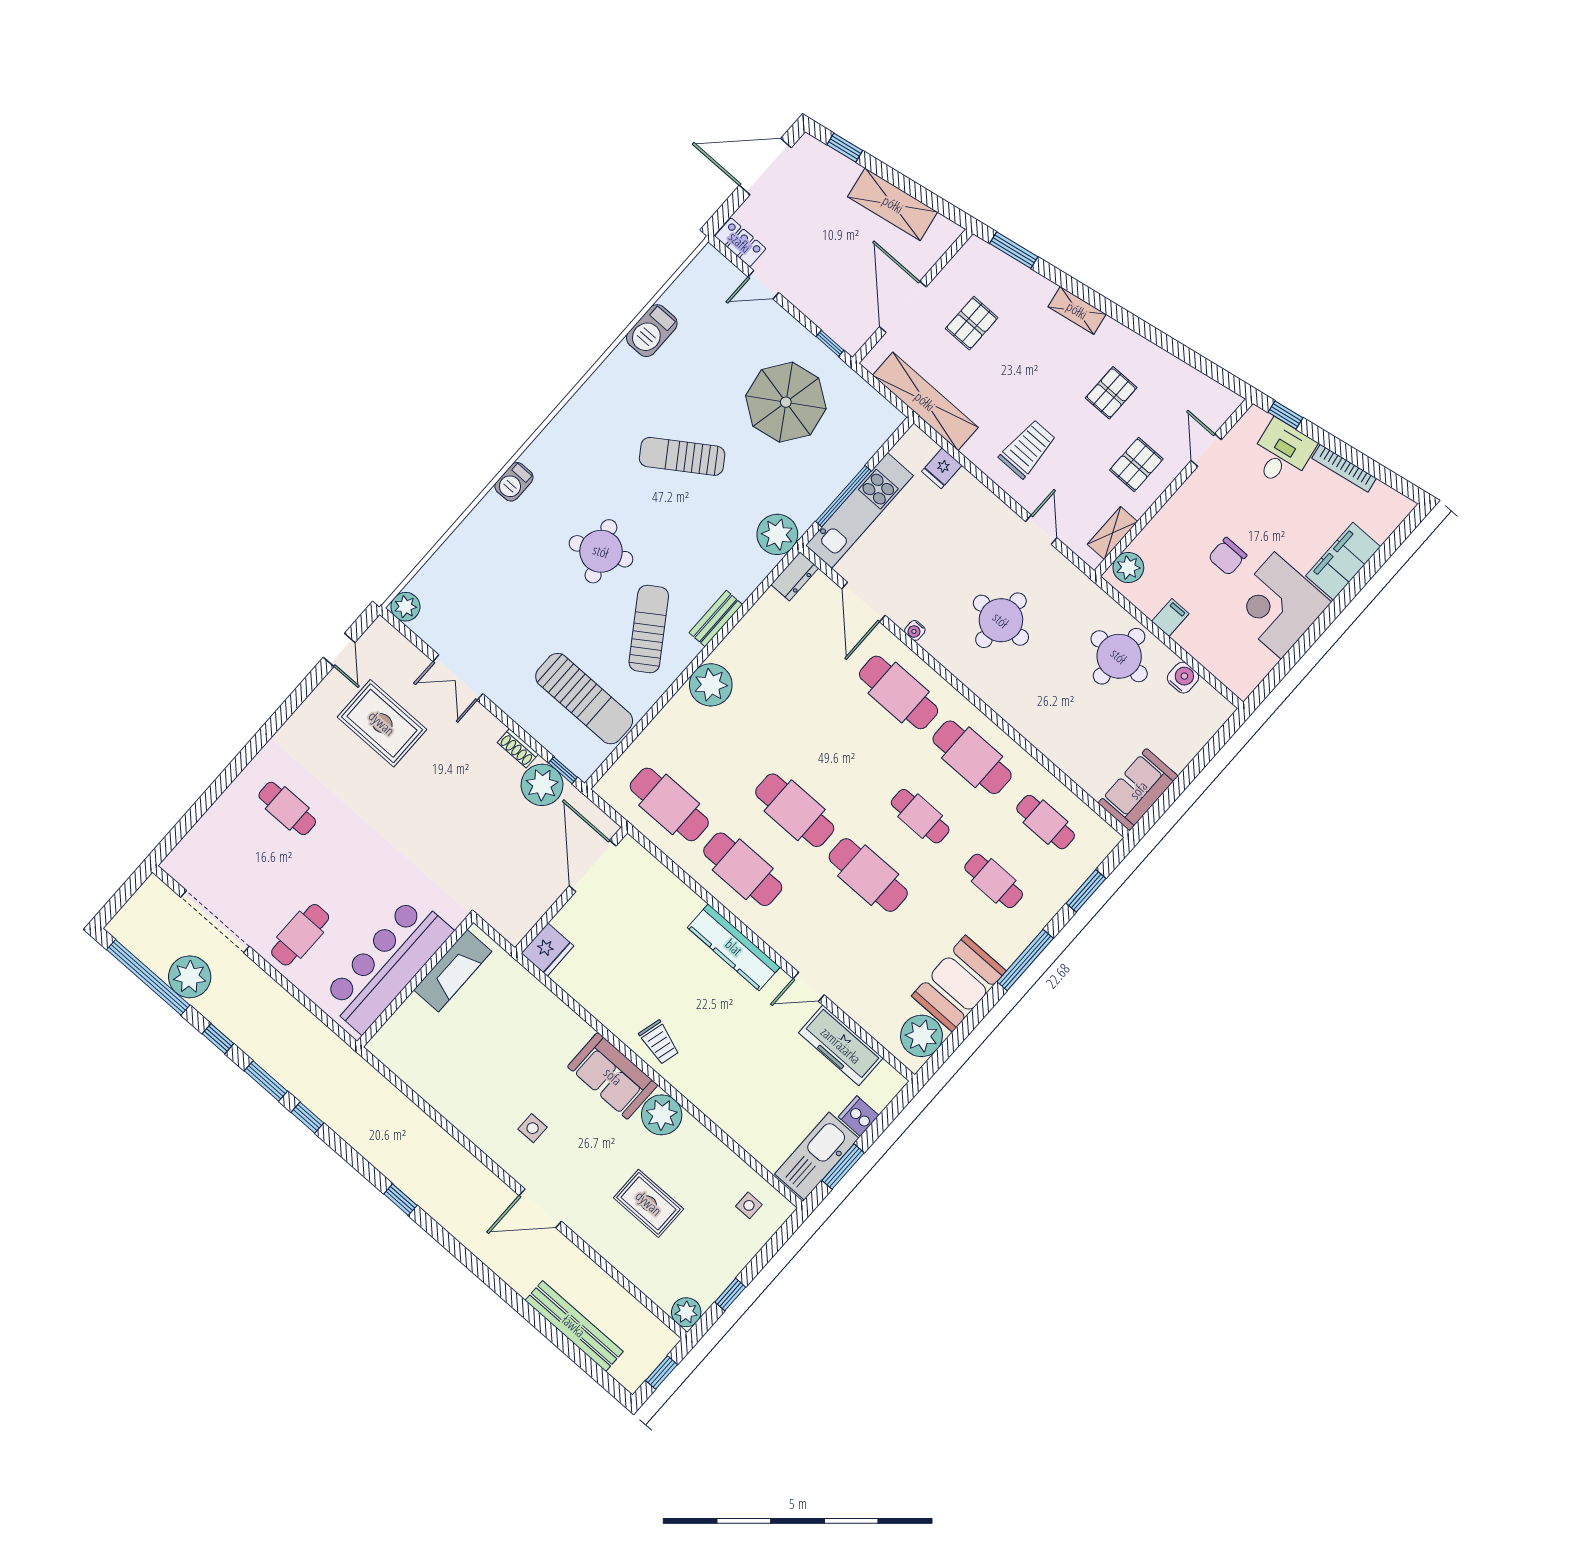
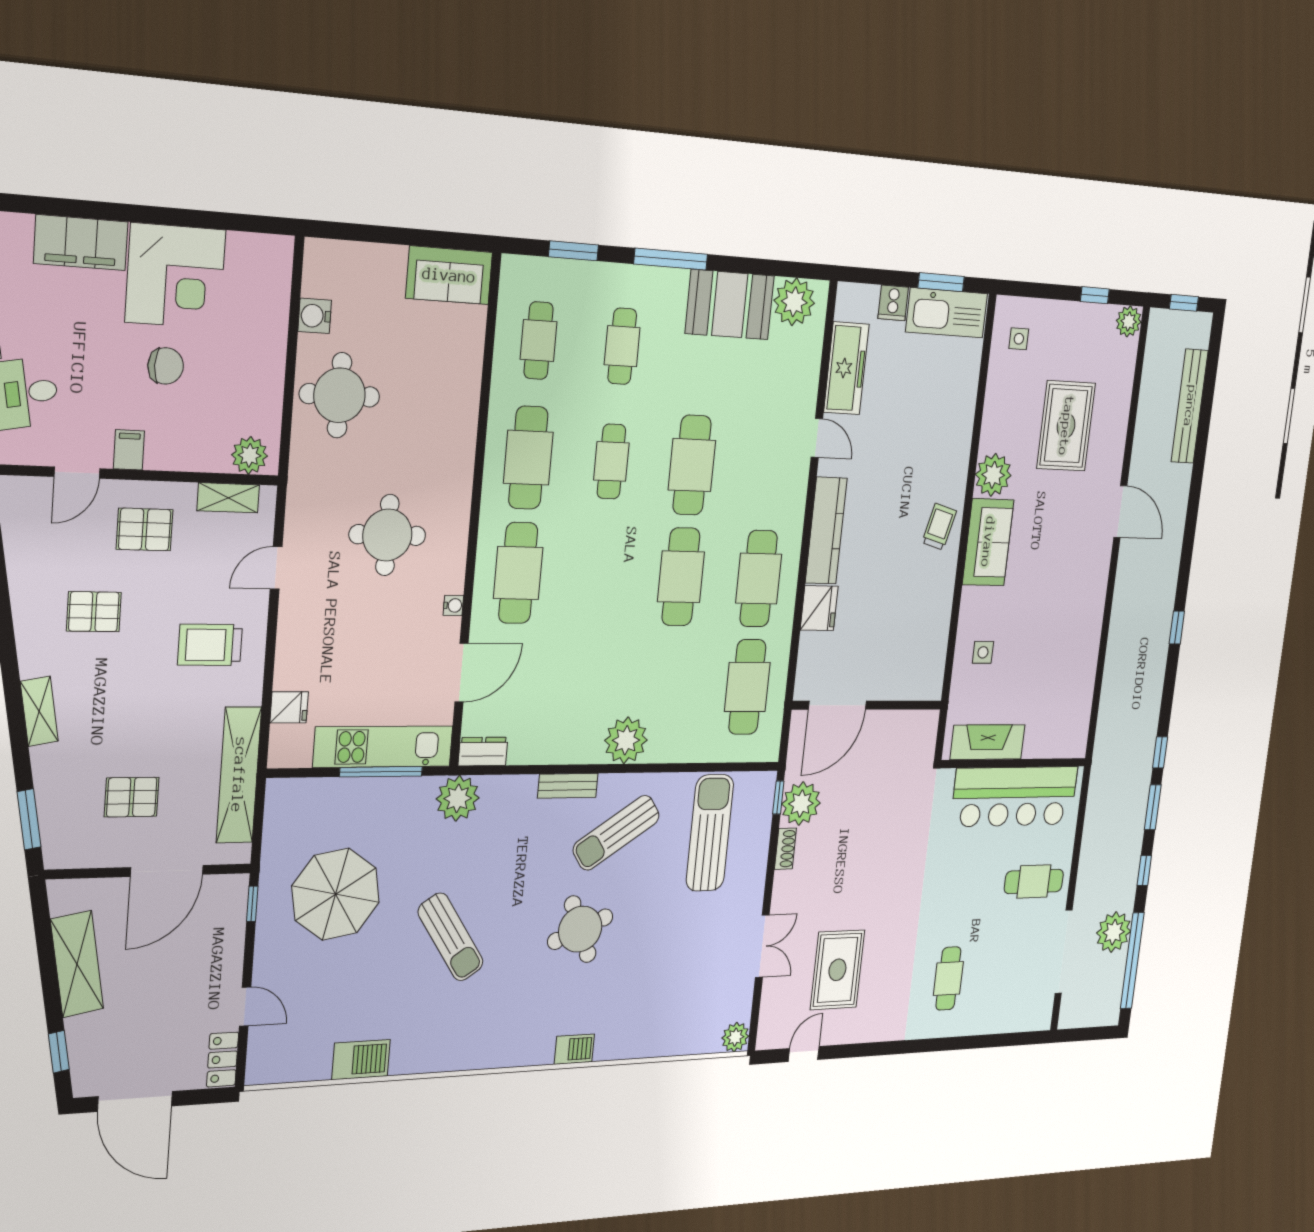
filing cabinet: (1170, 617) -> (129, 450), moved, turned 90
fridge: (547, 950) -> (819, 608), moved, turned 90
side table: (533, 1128) -> (983, 652), moved
rug: (649, 1203) -> (1066, 426), width x1.36, depth x1.43

